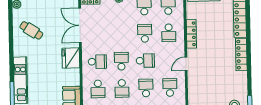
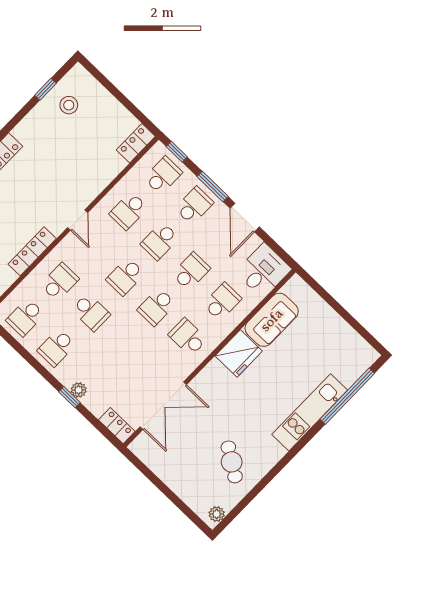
school desk: (145, 33) -> (91, 312), turned -90
fridge: (71, 58) -> (239, 353), moved
school desk: (145, 61) -> (125, 277), turned -90
door: (186, 64) -> (78, 220), hinge flipped

